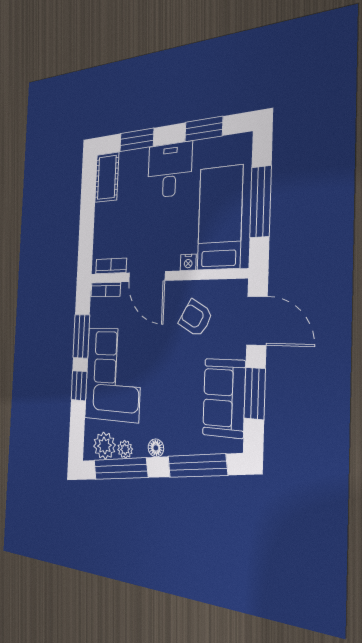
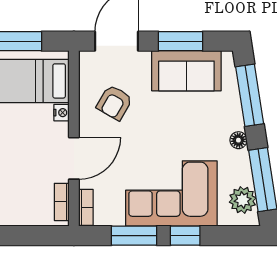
plant: (125, 449) -> (244, 175), removed

